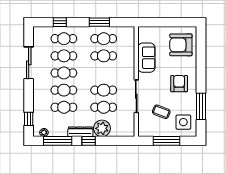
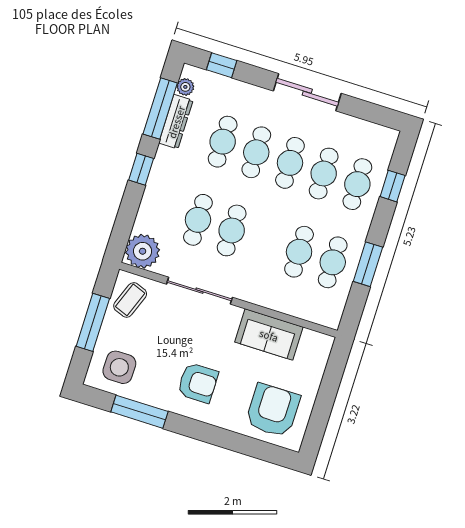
sliding door: (29, 63) -> (307, 92), moved
coffee table: (161, 112) -> (130, 300), moved
plant: (102, 128) -> (143, 251), moved
dresser: (80, 132) -> (176, 122), moved

